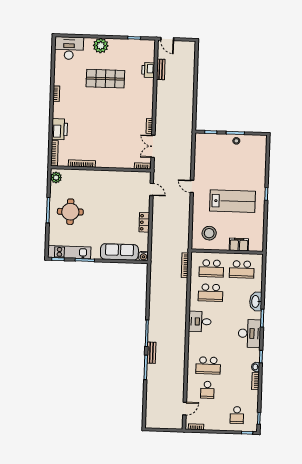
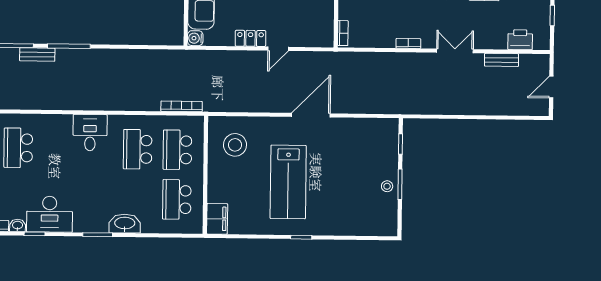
door: (167, 39) -> (551, 87), moved
printer: (148, 70) -> (520, 40), moved
double door: (153, 146) -> (455, 51), moved
door: (192, 186) -> (311, 115), width x1.87
door: (152, 189) -> (278, 49), moved
filing cabinet: (239, 245) -> (217, 219), moved
desk: (250, 333) -> (50, 214), moved

